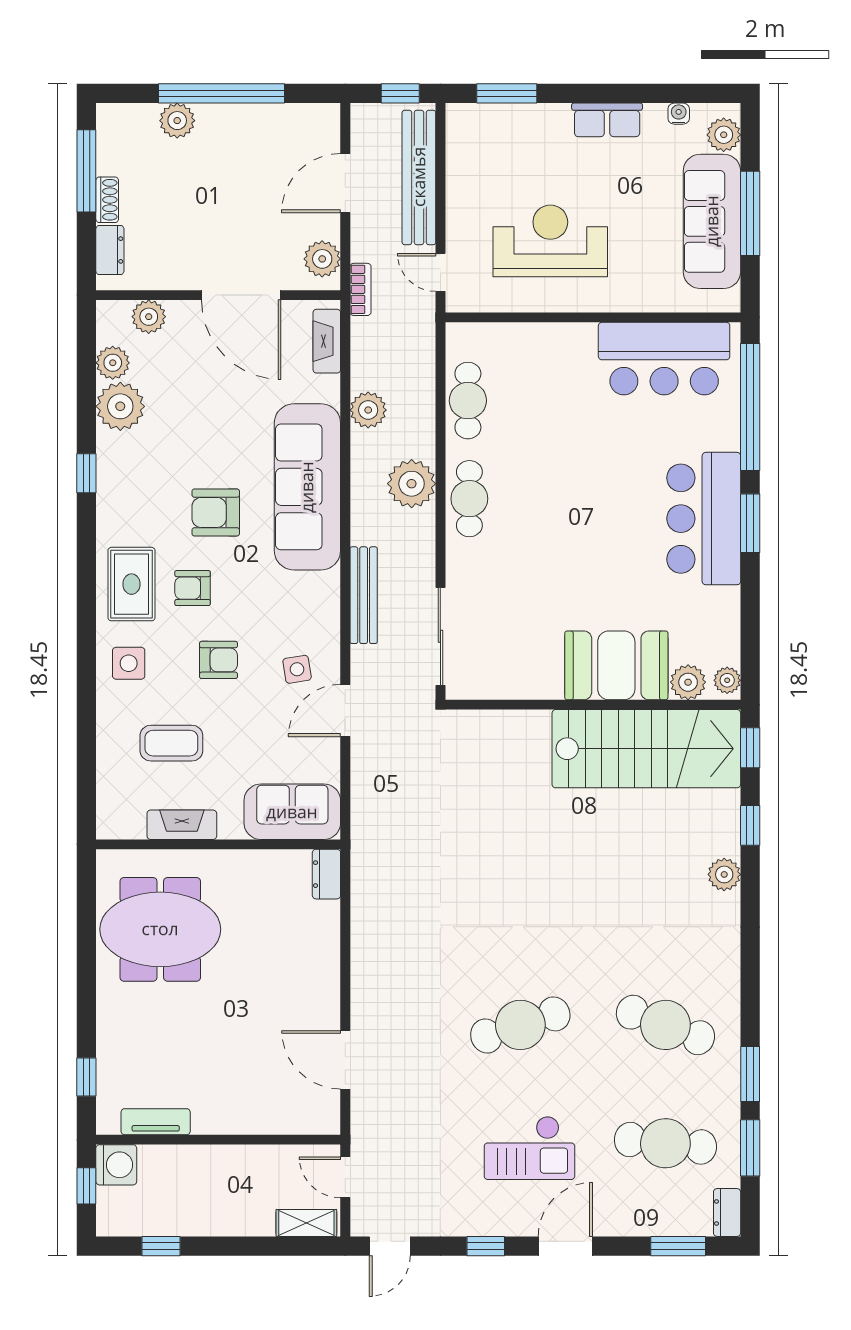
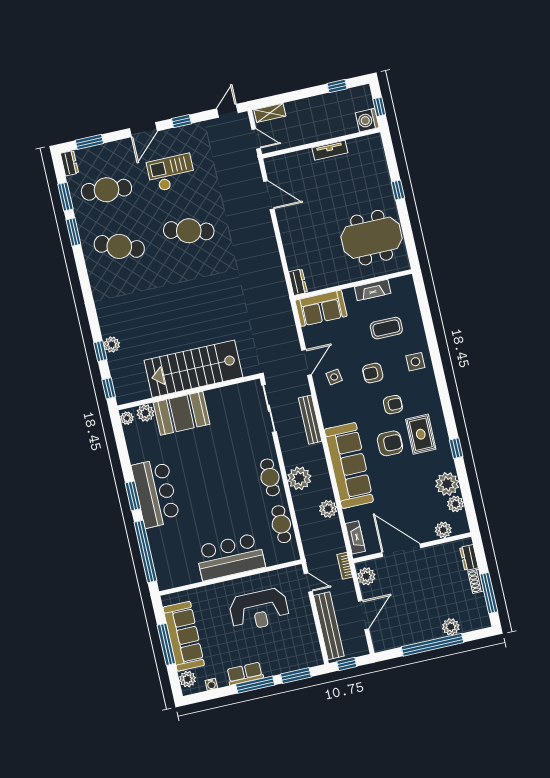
window: (592, 93) -> (255, 685), added
bar counter: (664, 359) -> (230, 557), moved
rug: (132, 584) -> (421, 434), moved
stairs: (646, 749) -> (193, 369), moved
plant: (724, 874) -> (112, 344), moved
cafe table: (520, 1025) -> (189, 231), turned 33
window: (86, 1077) -> (398, 190), moved
tv unit: (156, 1122) -> (330, 150), moved

